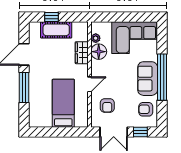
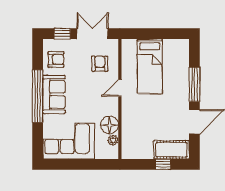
cot: (56, 30) -> (172, 150), moved
wardrobe: (82, 53) -> (129, 124), removed

